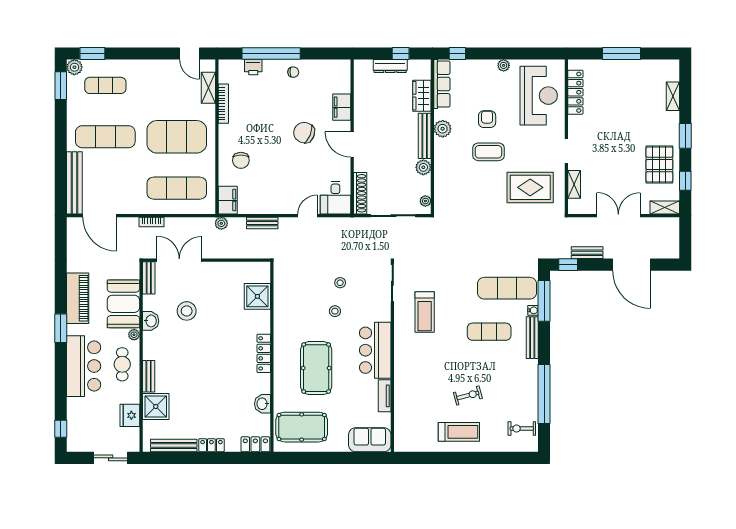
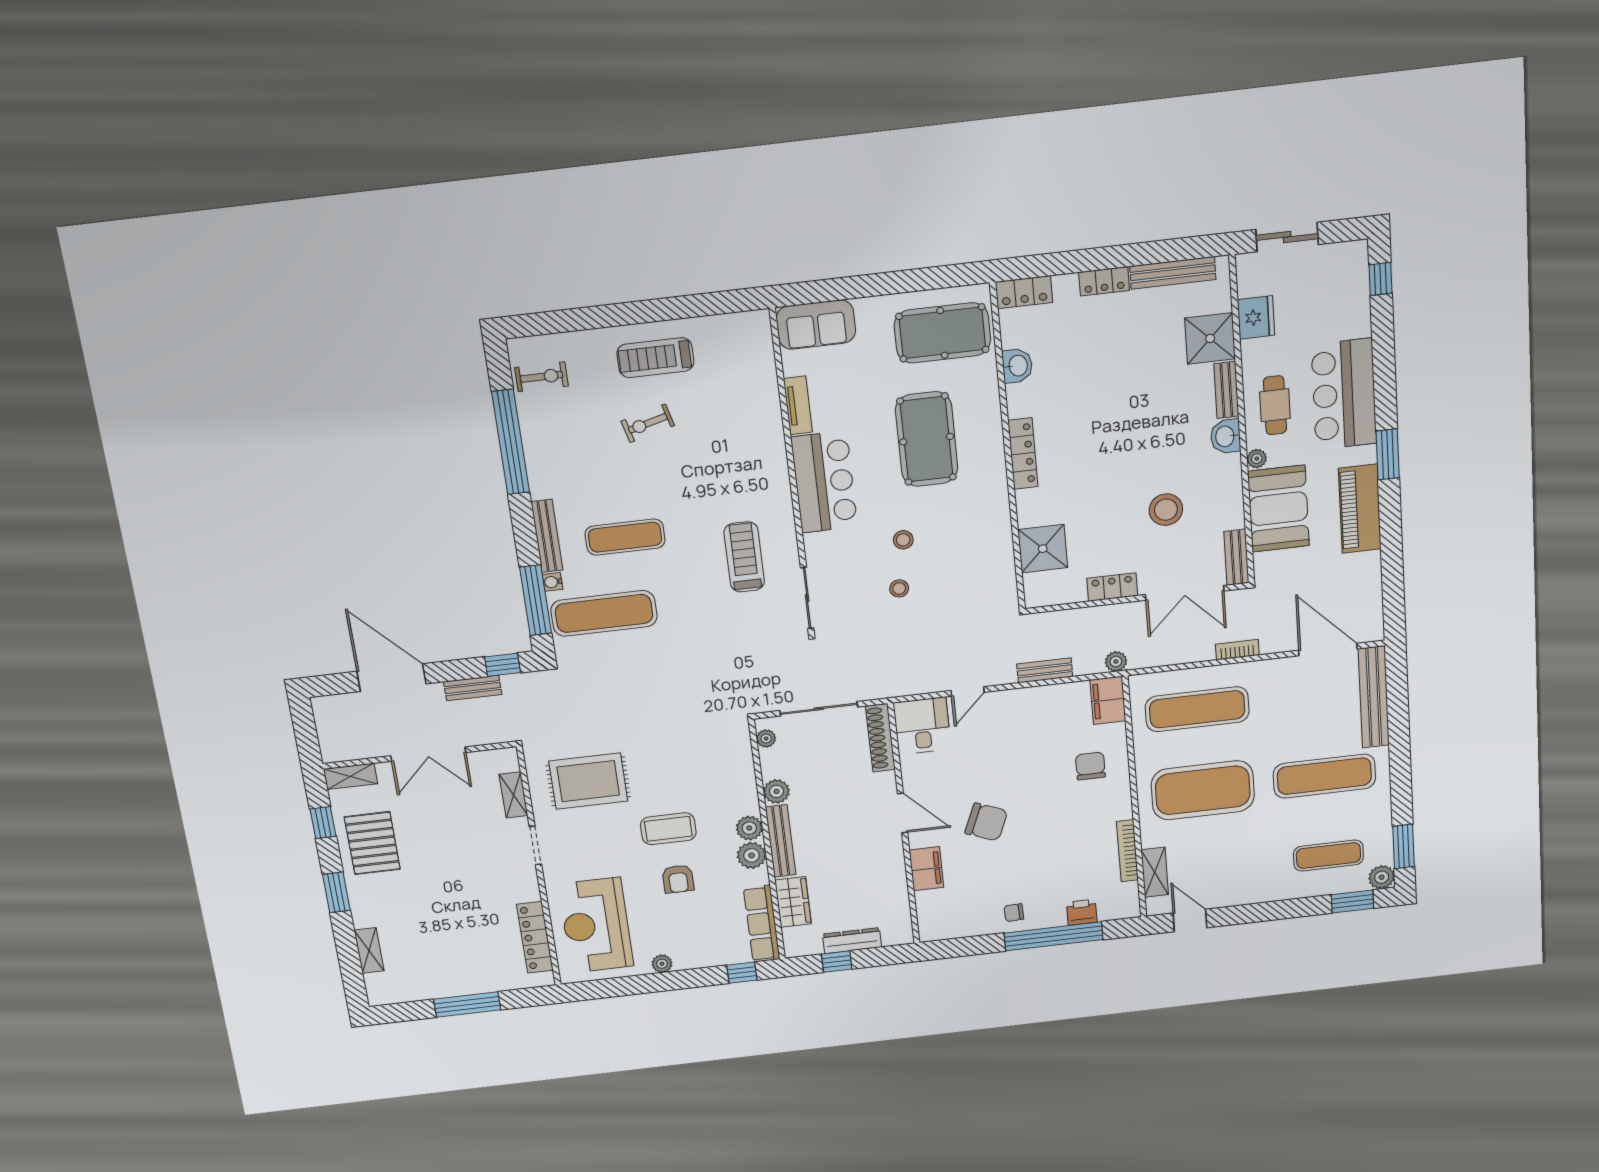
plant: (442, 146) -> (749, 828), added
locker: (220, 269) -> (1112, 587), added
washbasin: (151, 321) -> (1226, 436), moved

